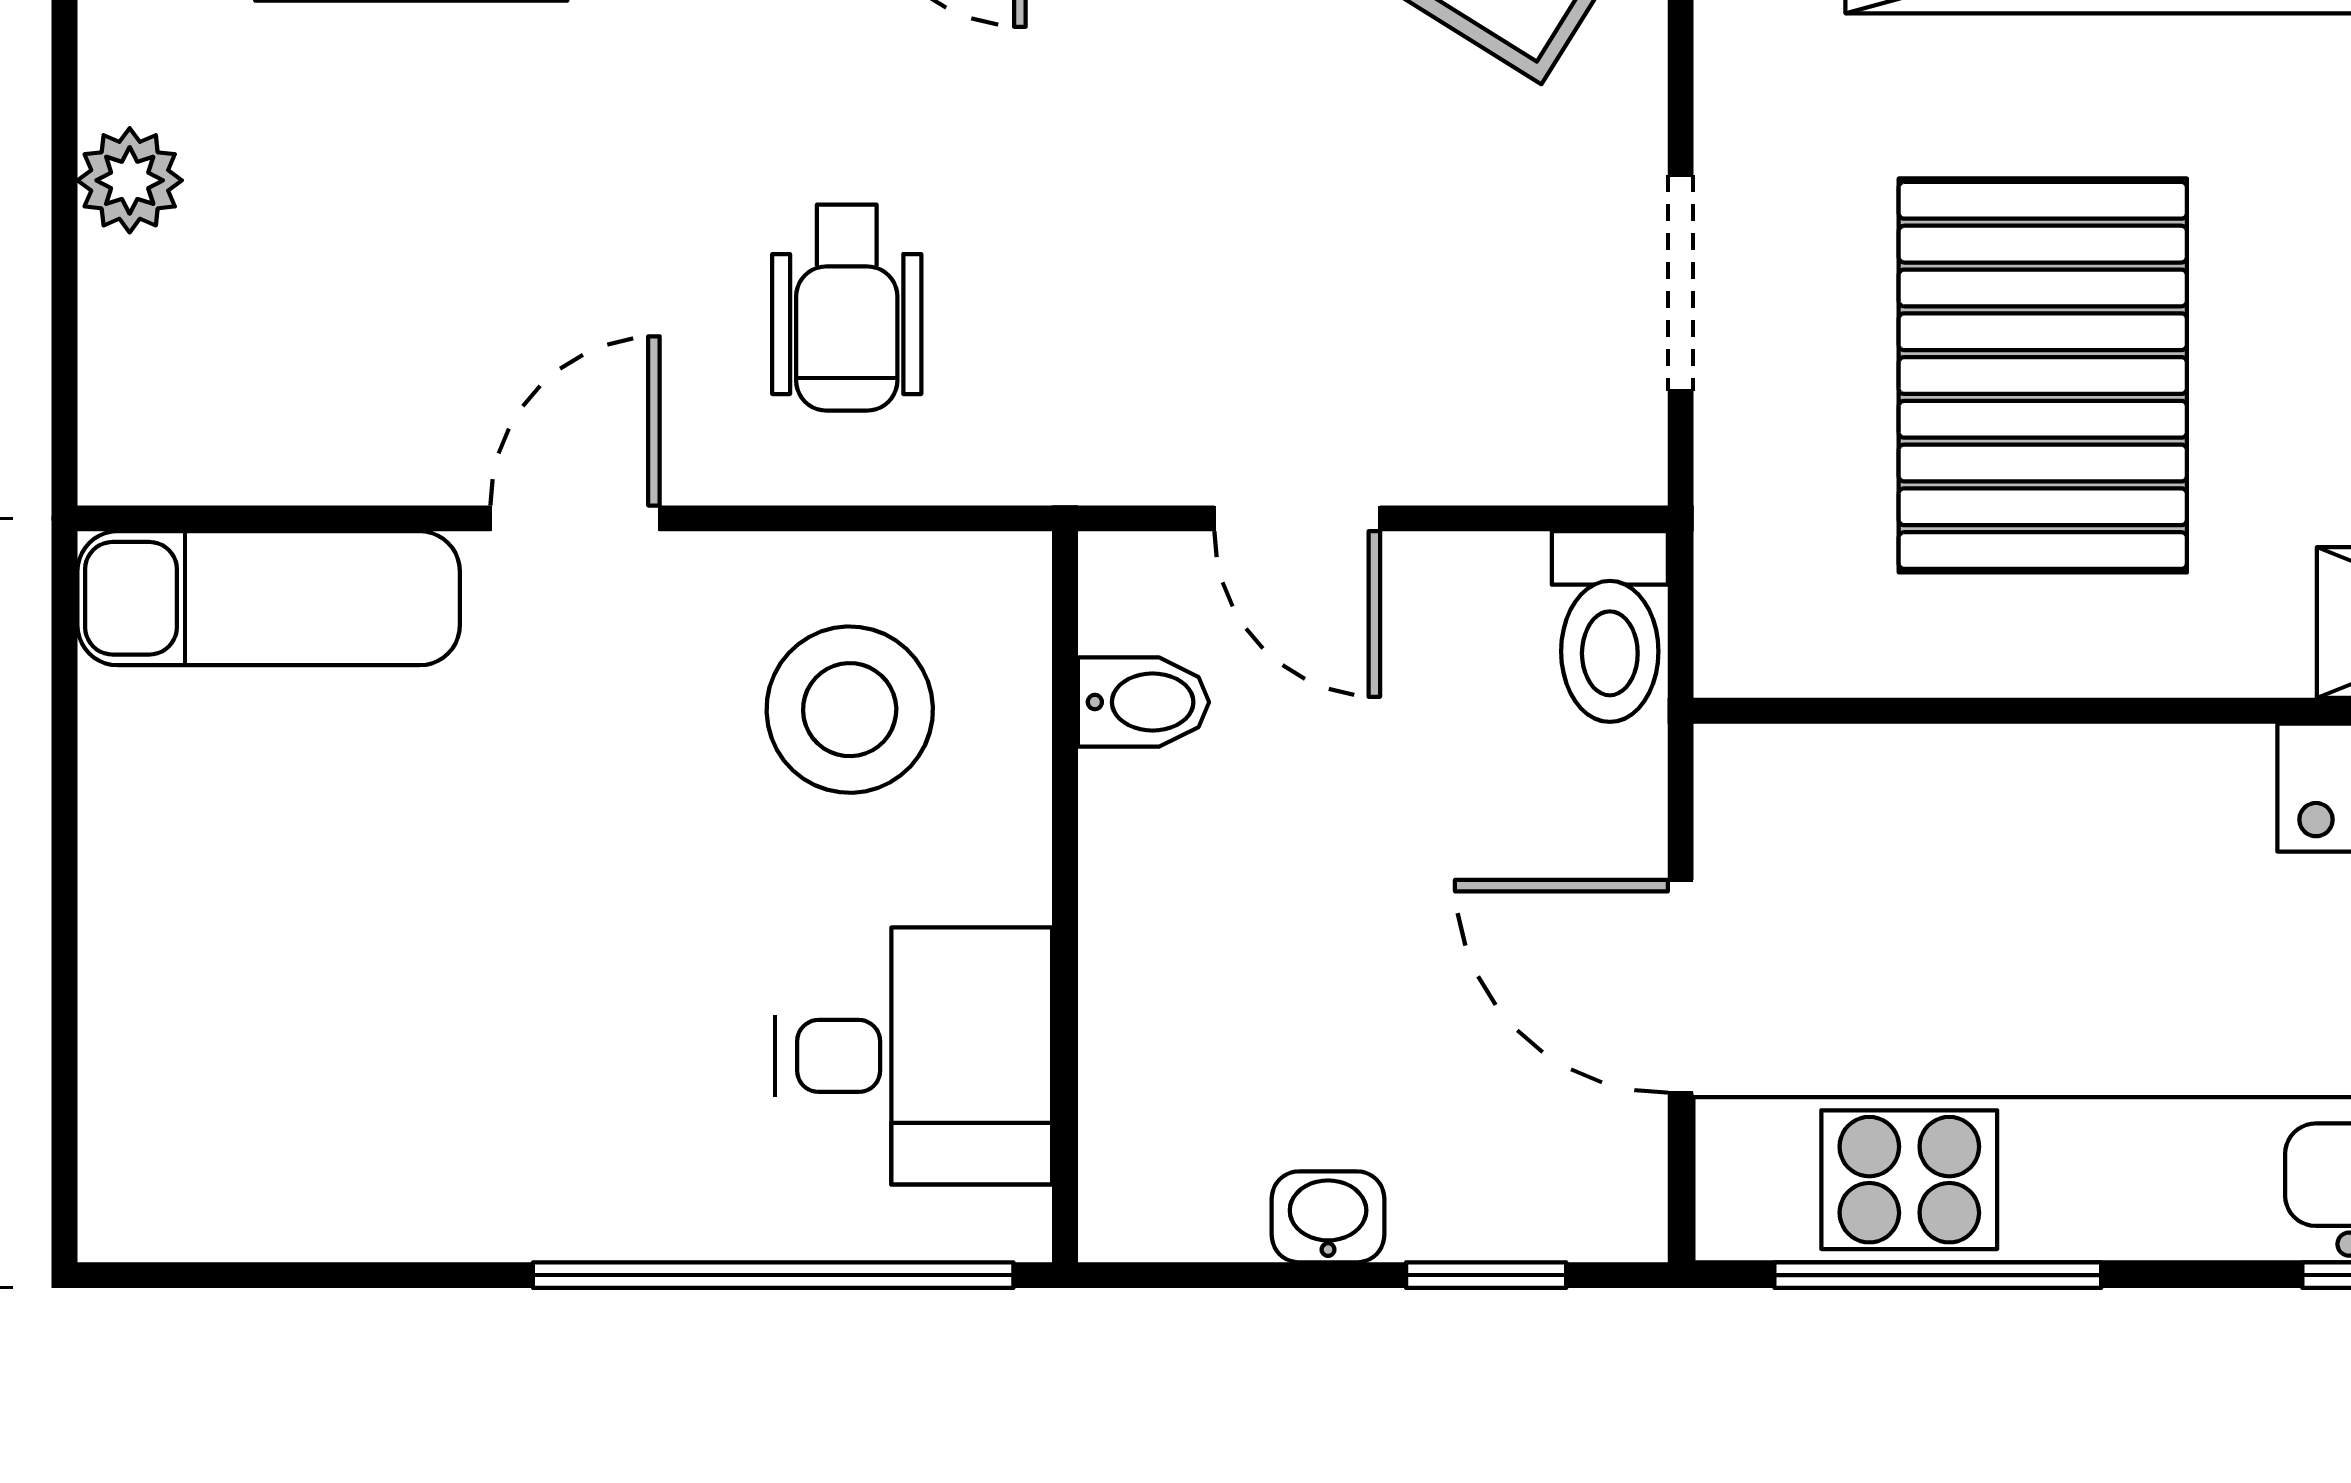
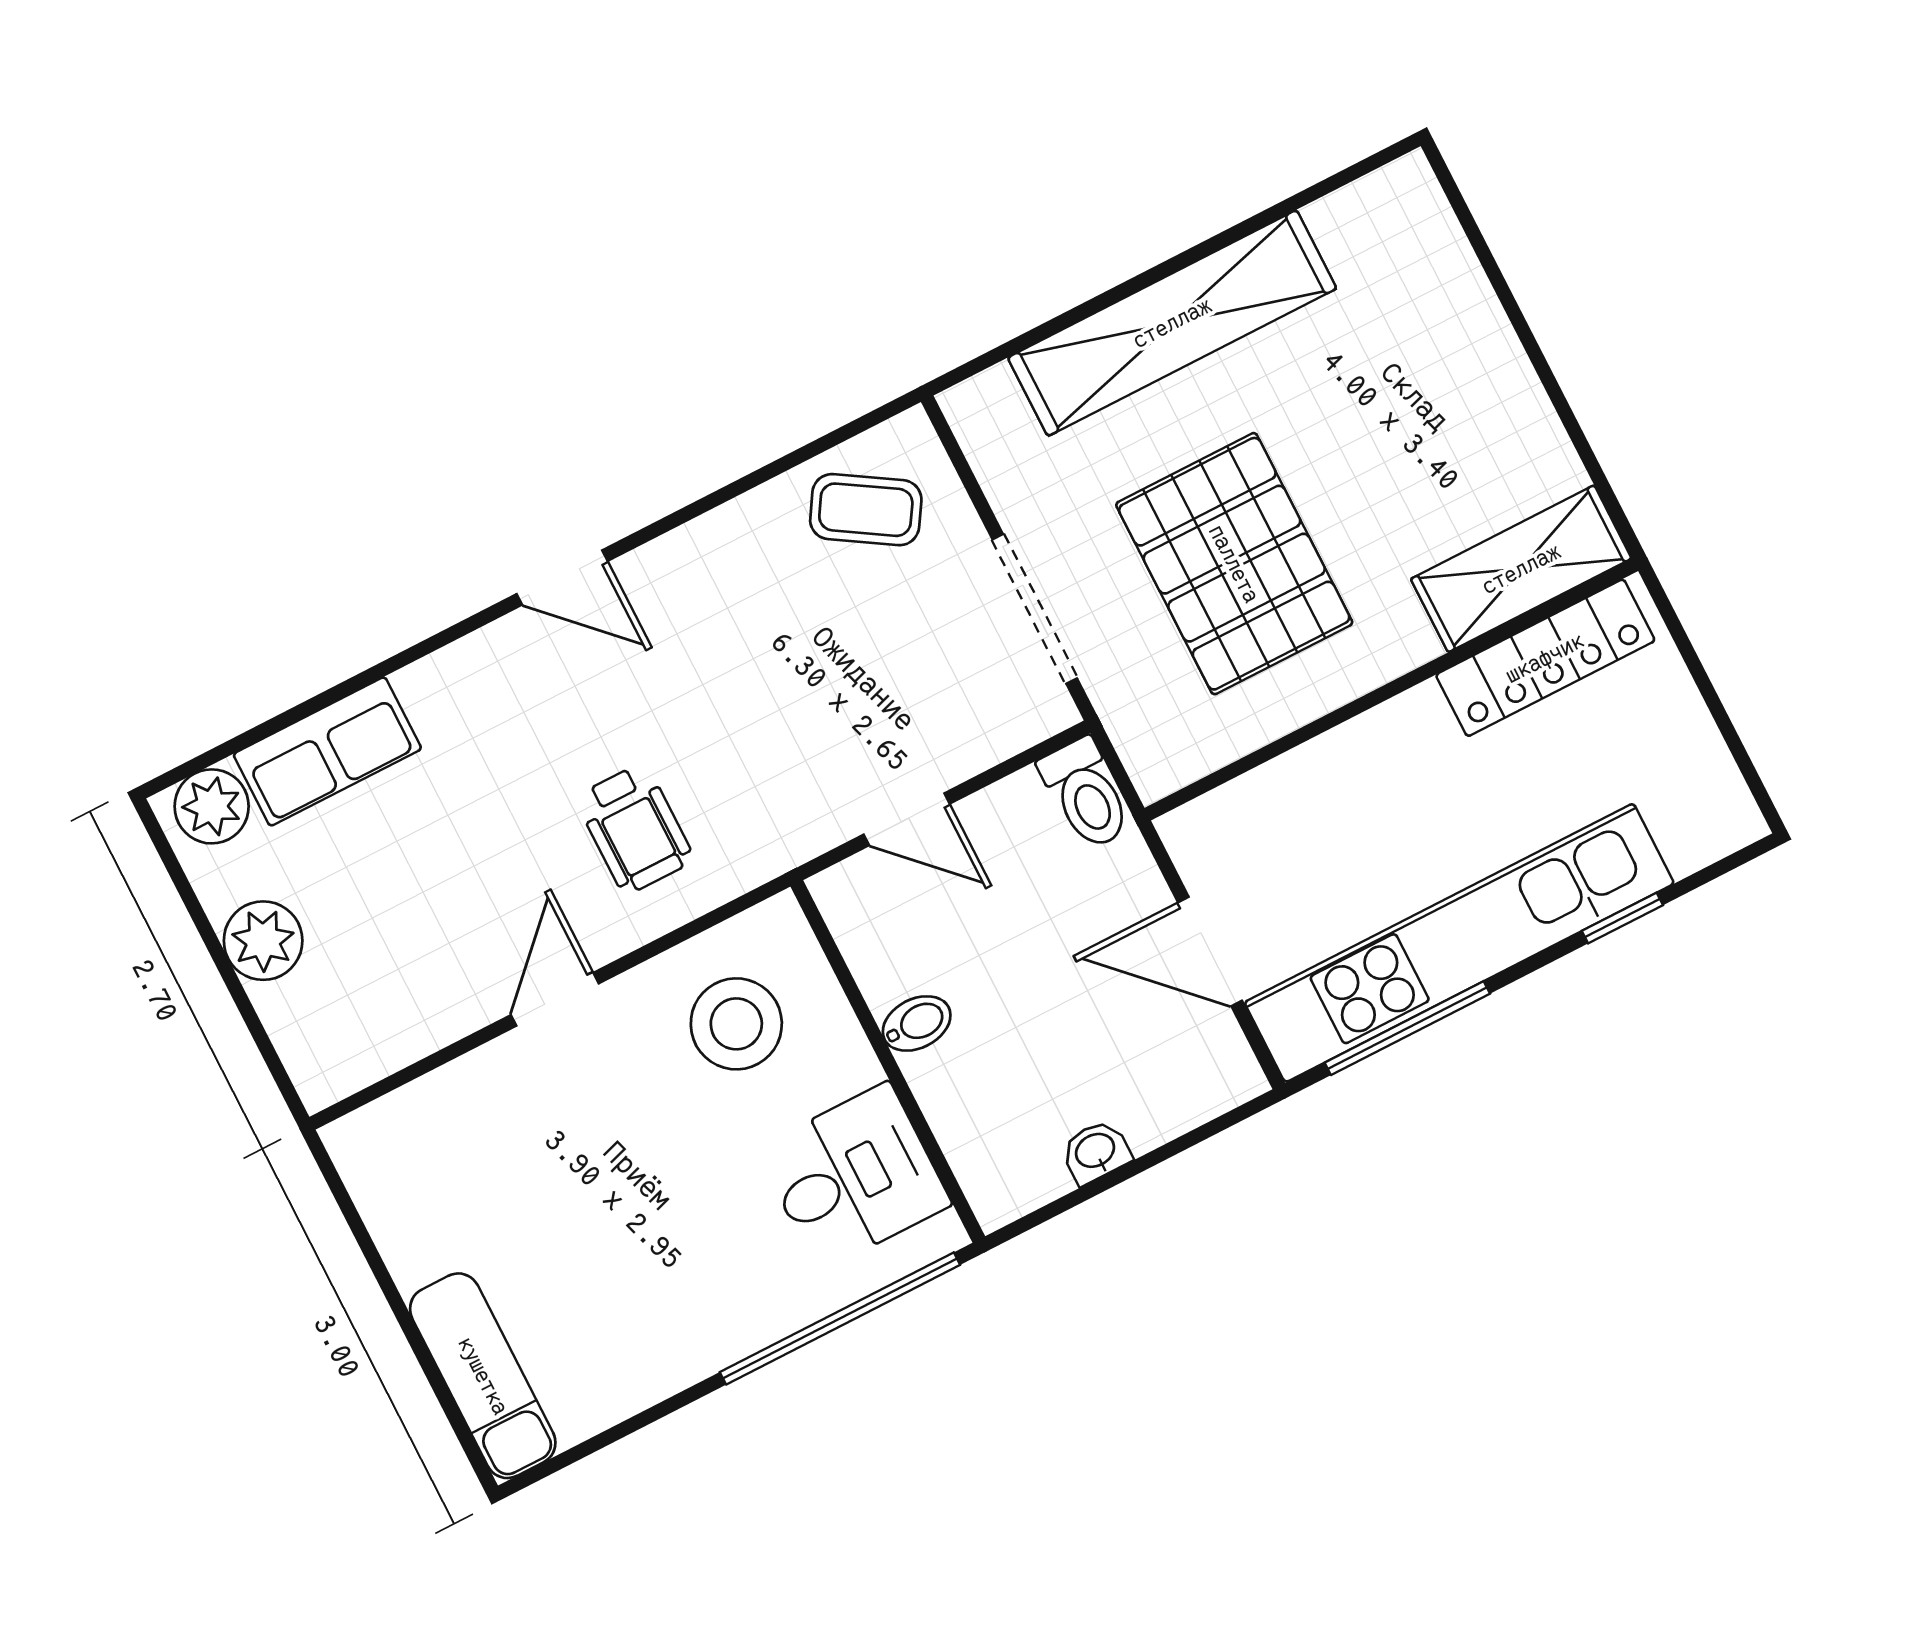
plant: (130, 180) -> (263, 941), width x1.38, depth x1.38
doorway: (1681, 283) -> (1035, 609), width x1.38
exam couch: (269, 598) -> (483, 1376), moved, turned -90
bidet: (1143, 702) -> (917, 1023), moved
window: (1486, 1275) -> (1187, 1141), removed

